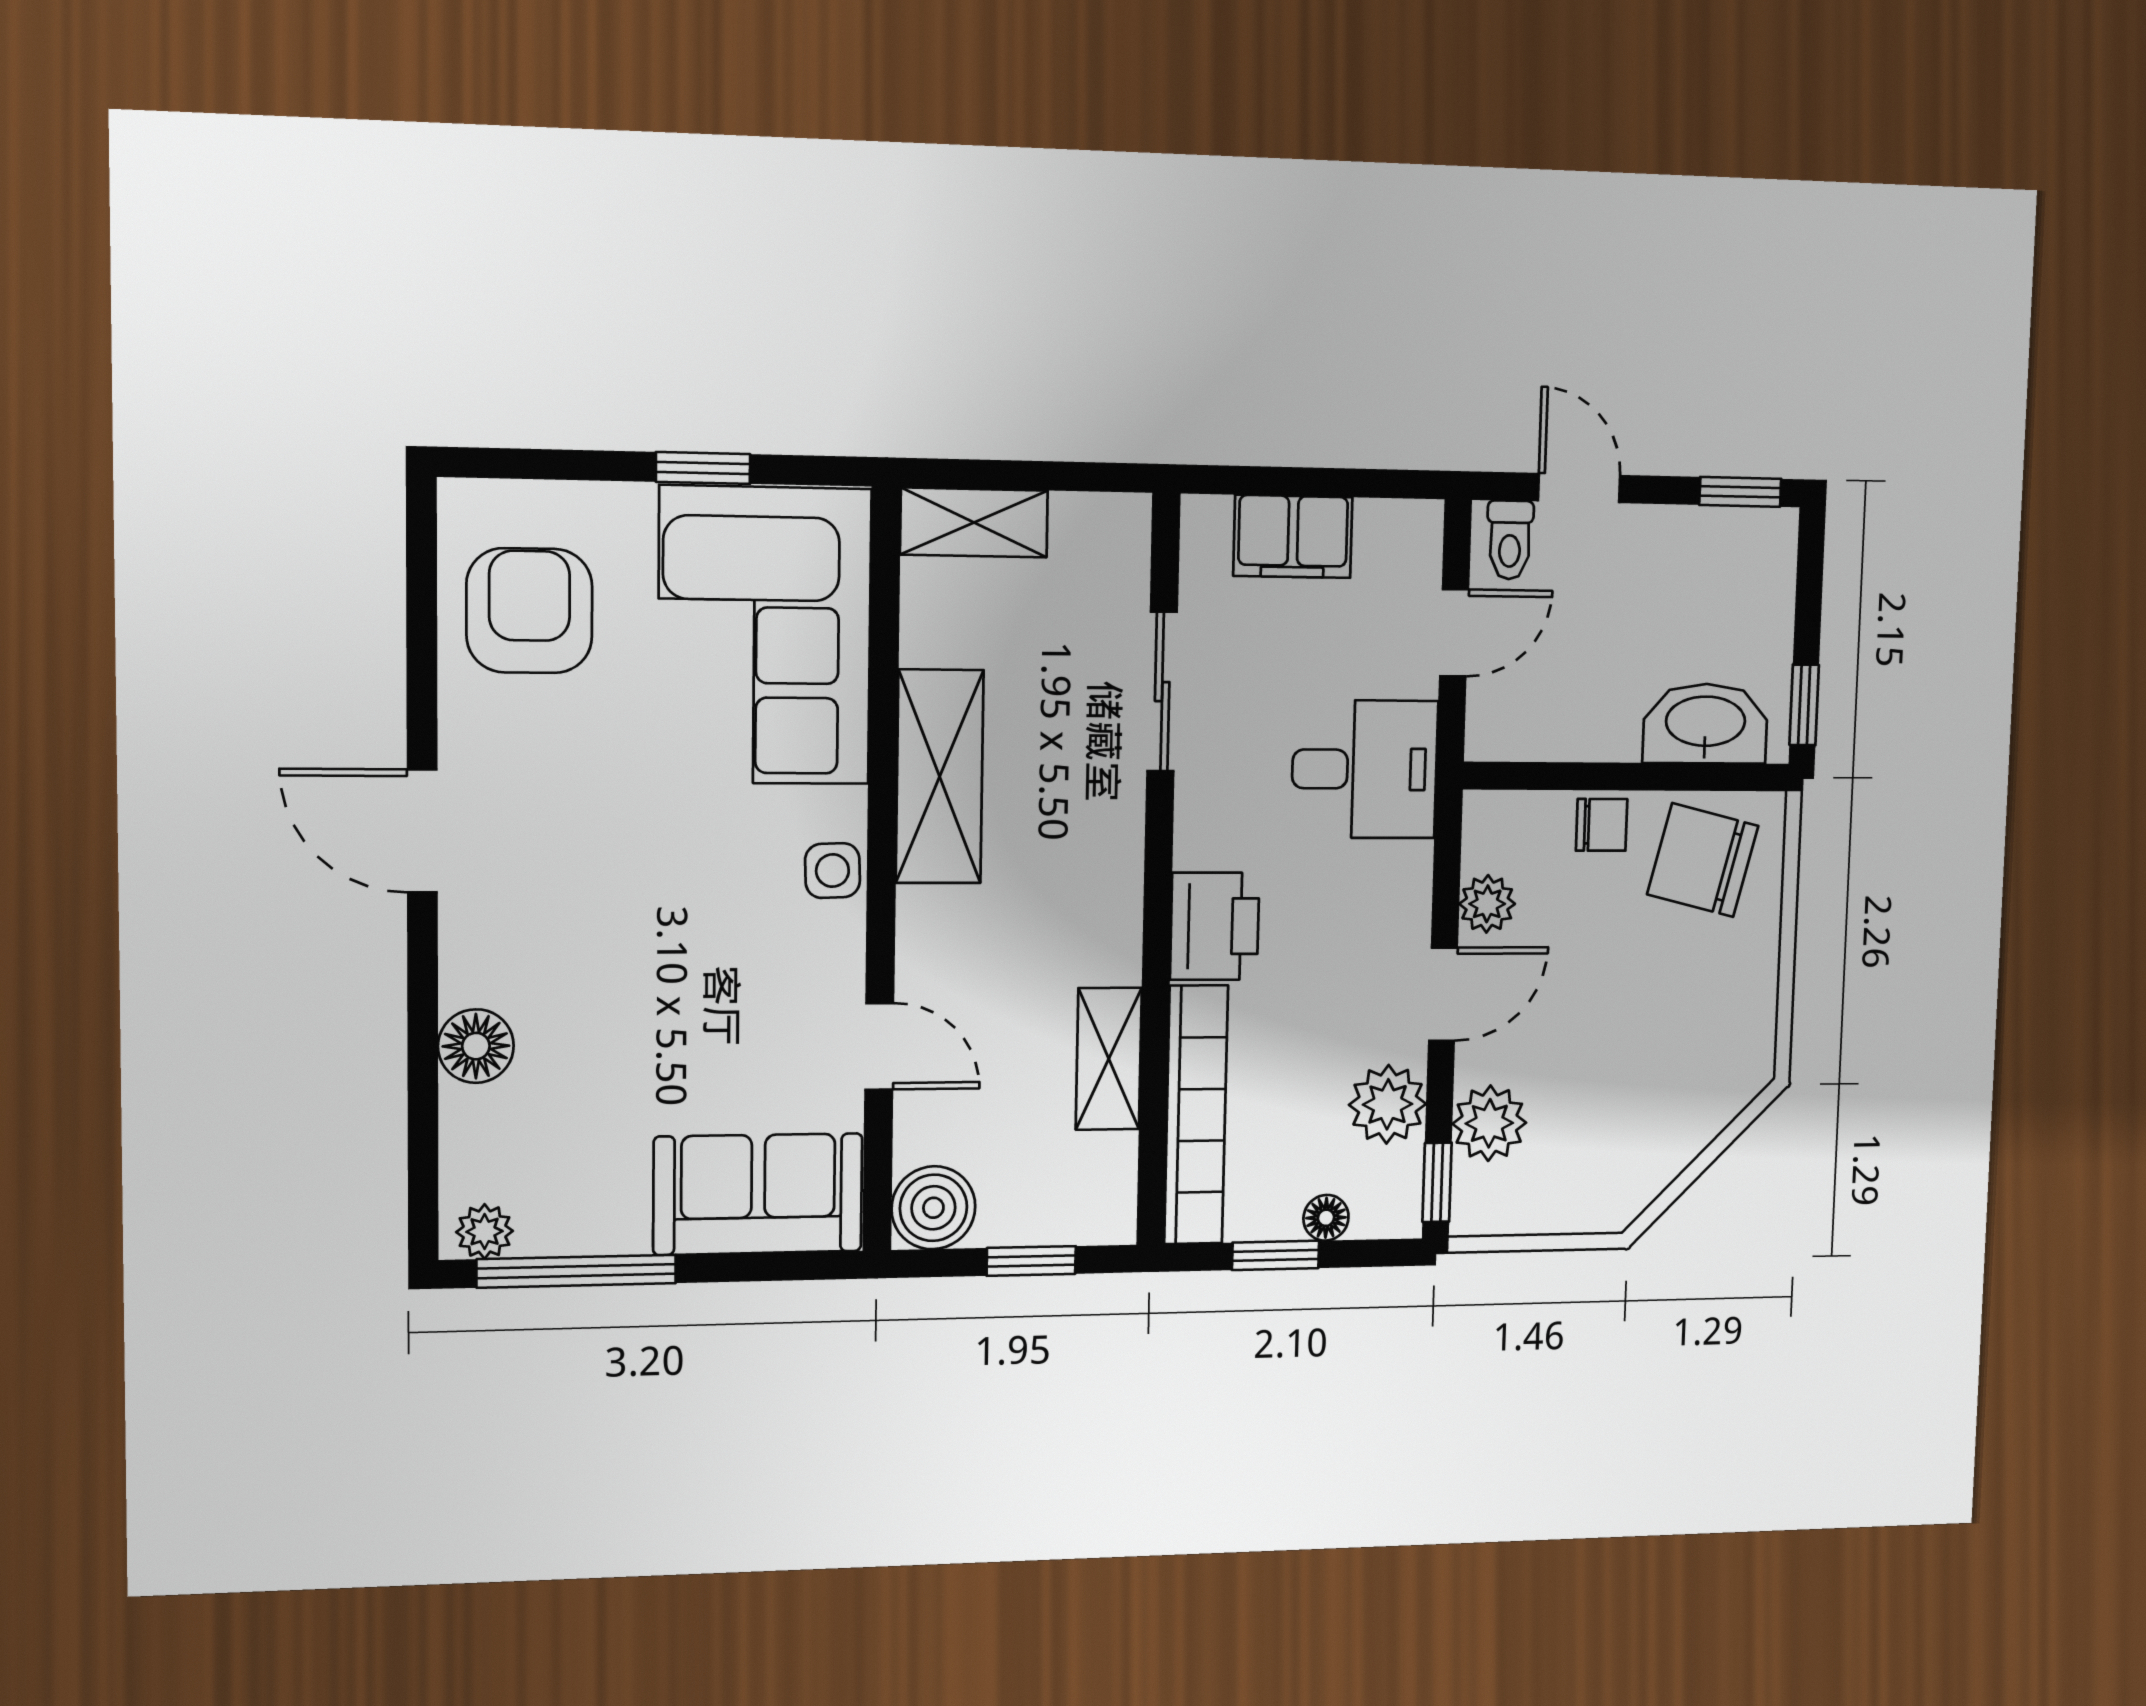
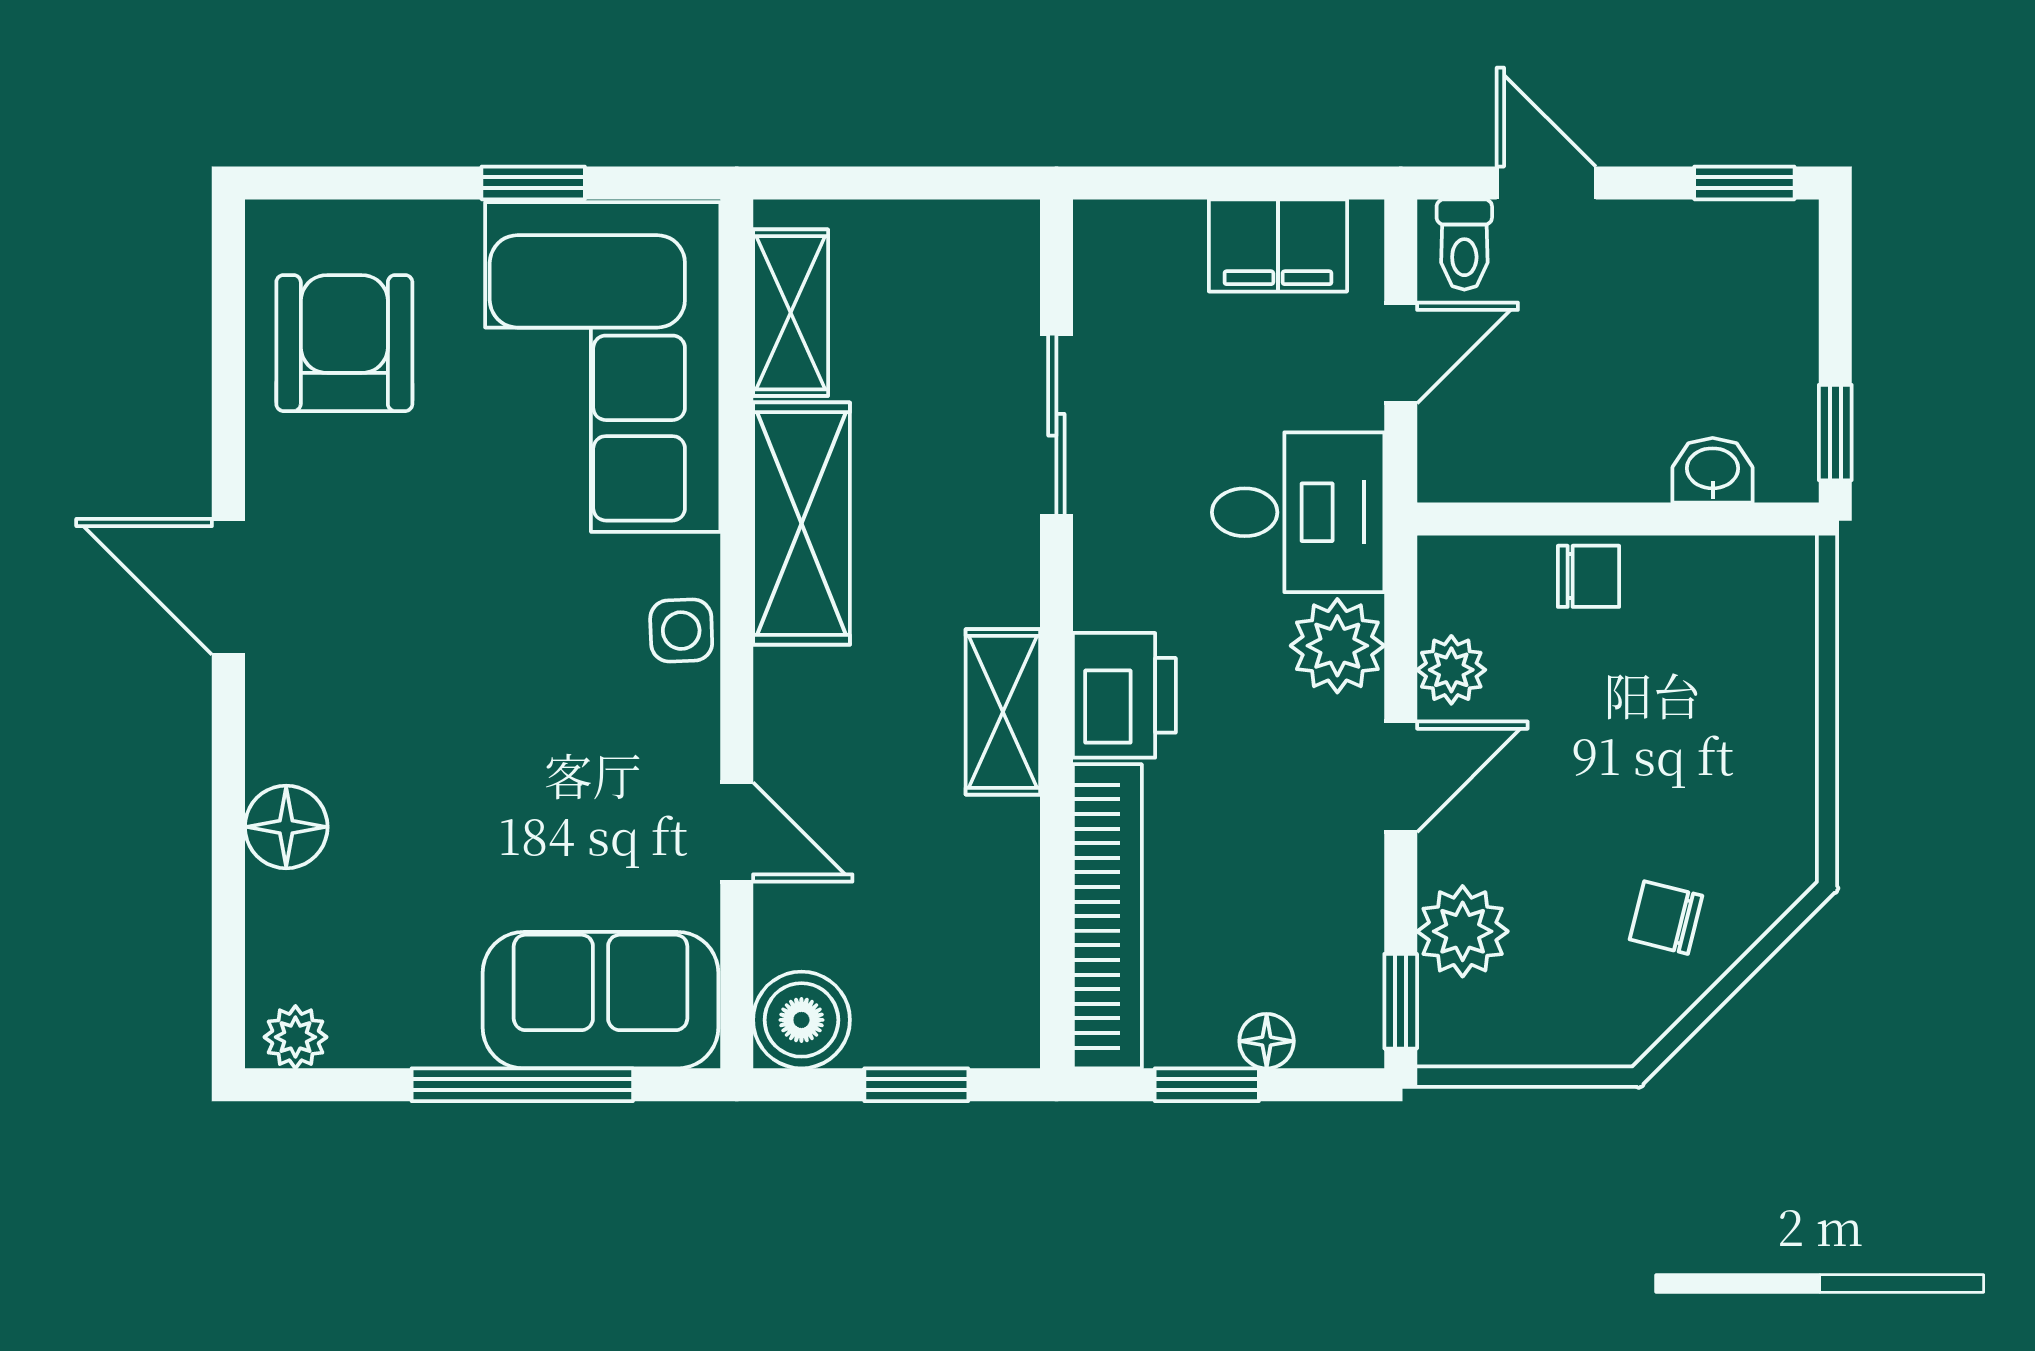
shelving: (974, 522) -> (791, 313), moved, turned 90
filing cabinet: (1293, 536) -> (1278, 245), moved
washbasin: (1705, 724) -> (1713, 470), width x0.52, depth x0.69
chair: (1703, 860) -> (1666, 918), moved, width x0.54, depth x0.54
shelving: (1109, 1059) -> (1003, 712), moved
plant: (1388, 1104) -> (1337, 646), moved
window: (577, 1271) -> (522, 1085), moved

